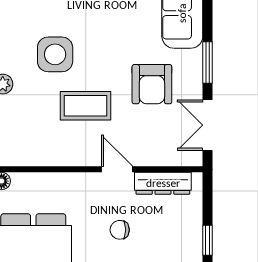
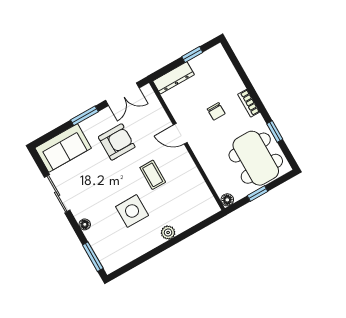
coffee table: (85, 106) -> (153, 175), width x0.73, depth x0.77
door: (117, 169) -> (180, 134), hinge flipped
dresser: (163, 183) -> (173, 78), moved, turned 90

